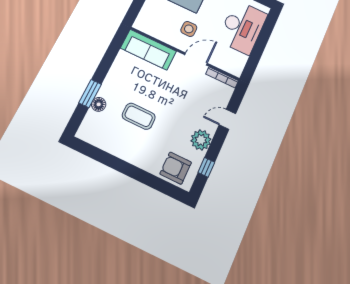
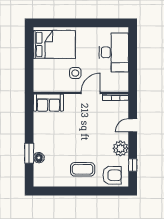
sofa: (148, 50) -> (48, 103), width x0.73
coffee table: (139, 116) -> (83, 169), moved
armchair: (176, 168) -> (112, 175), turned 180

